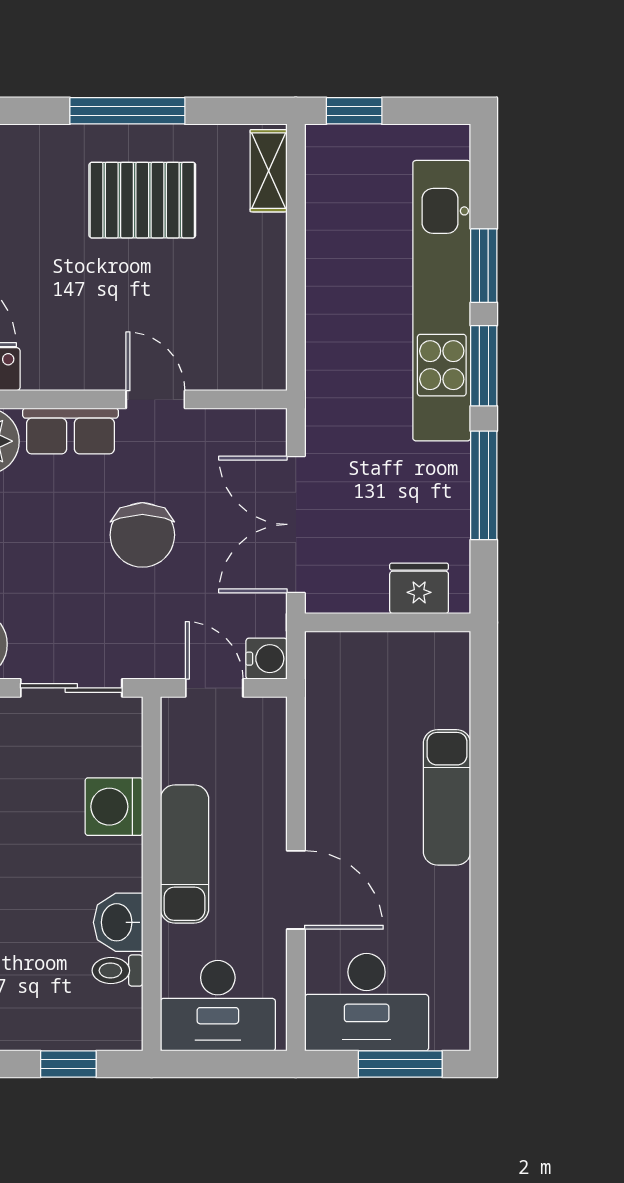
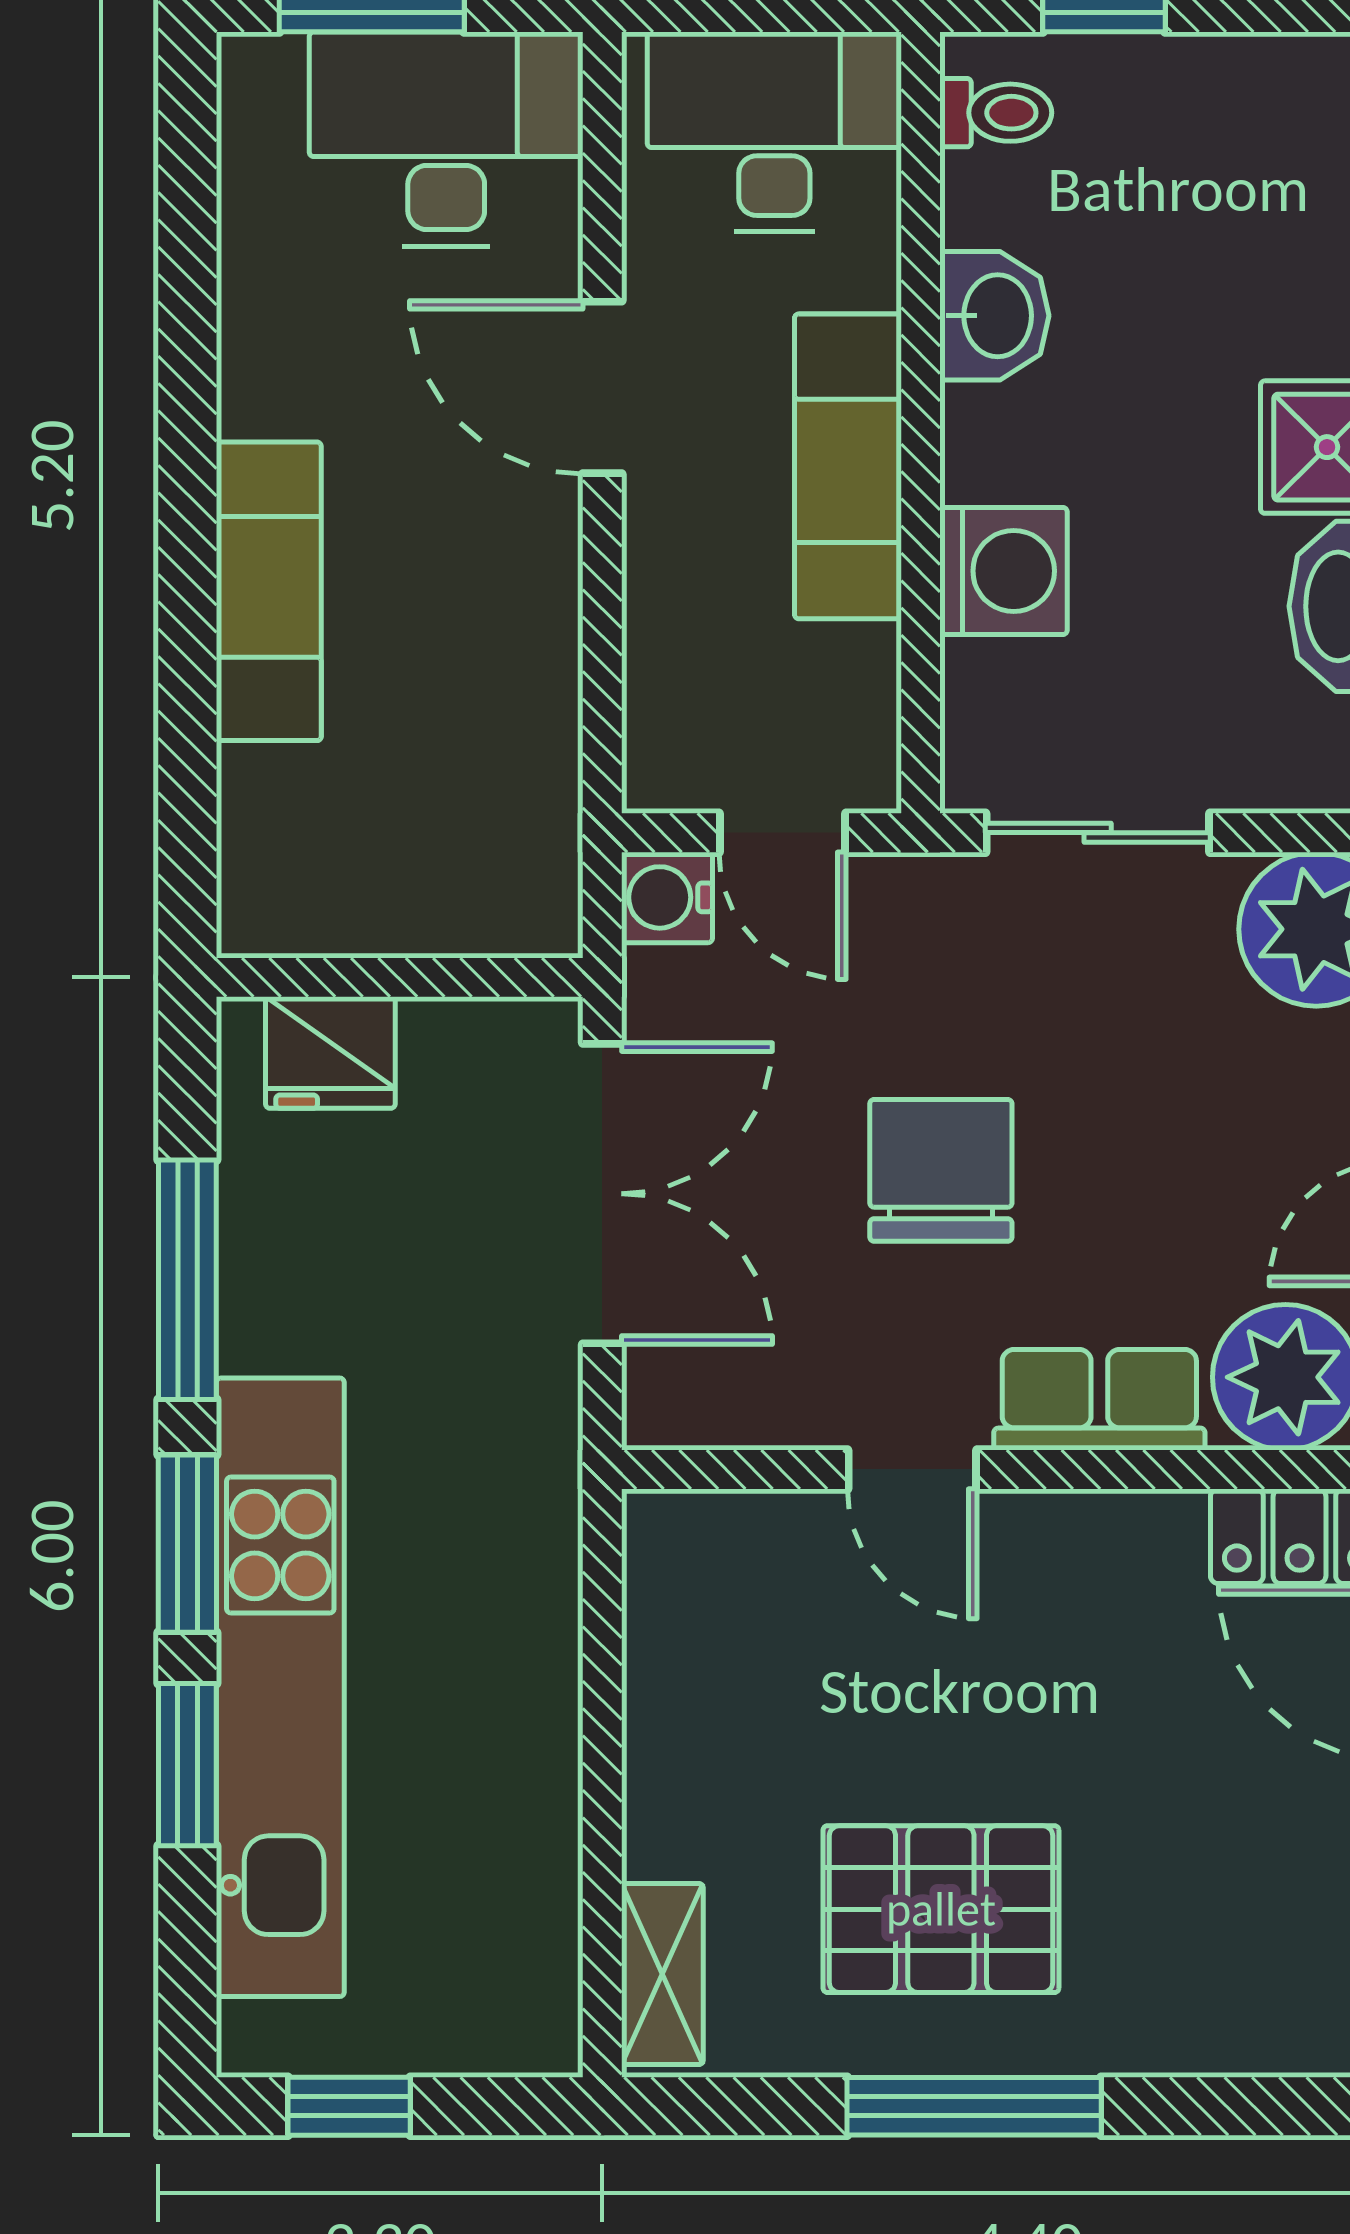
window: (354, 111) -> (349, 2106), moved
toilet: (117, 971) -> (996, 113), moved

